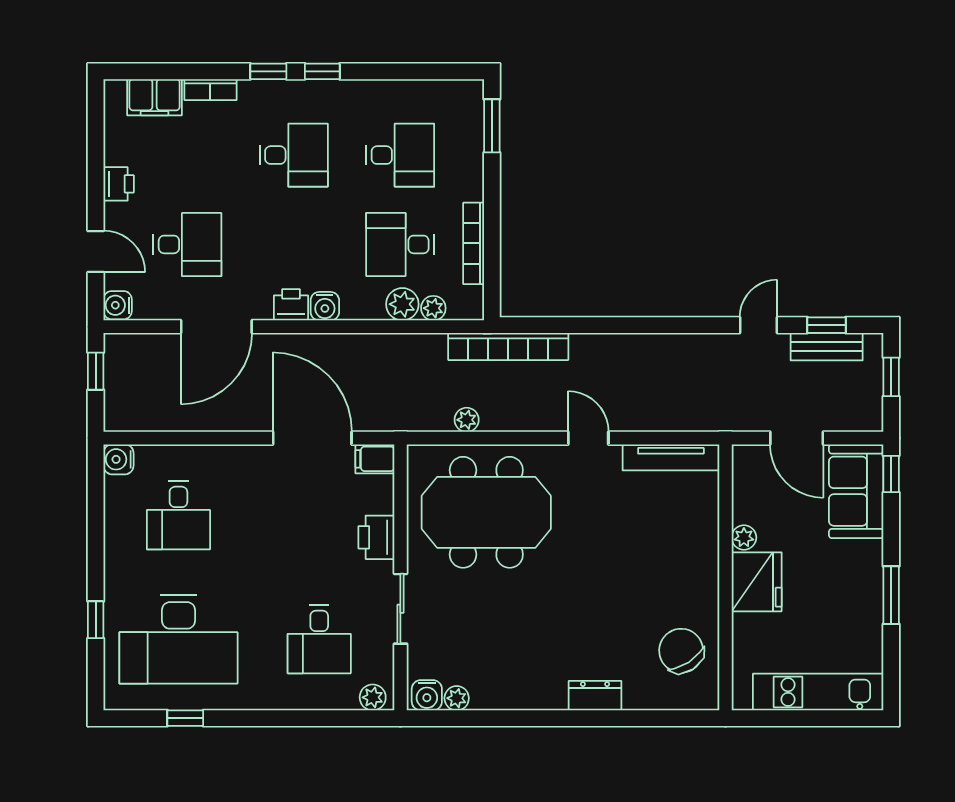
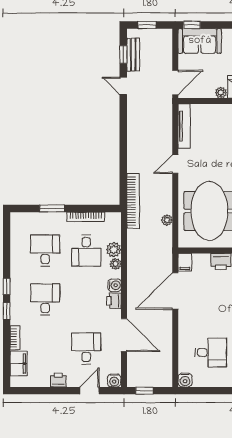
window: (492, 126) -> (52, 208), moved
plant: (433, 308) -> (116, 264), moved
door: (797, 438) -> (175, 83), moved

